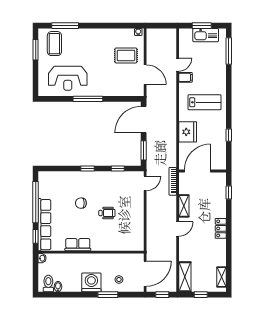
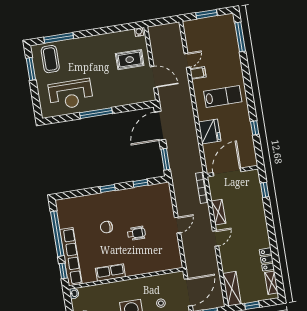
kitchen sink: (206, 35) -> (212, 24), removed
door: (145, 183) -> (177, 225), moved
locker: (221, 228) -> (267, 259), moved

